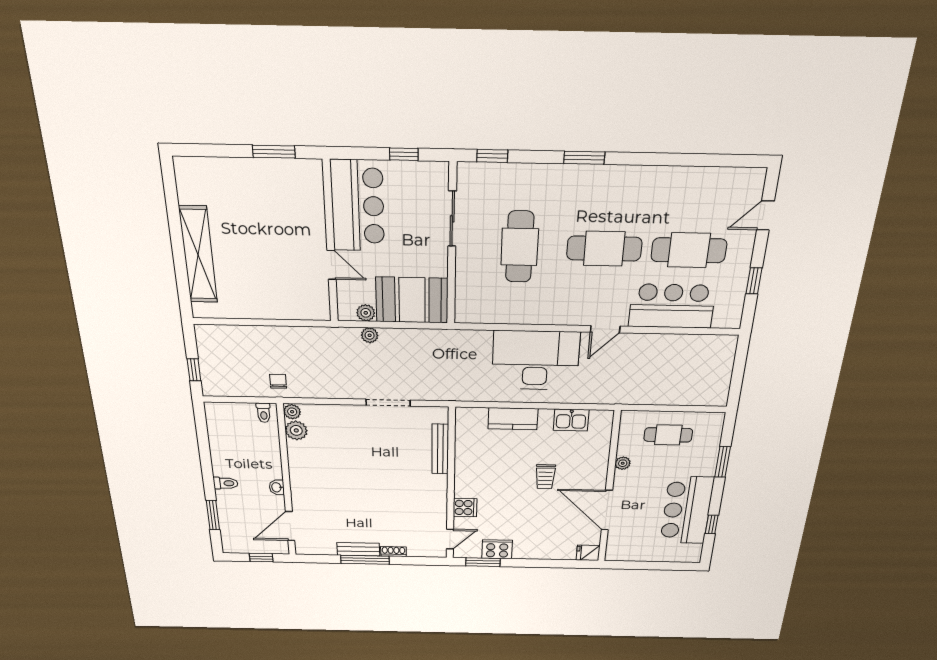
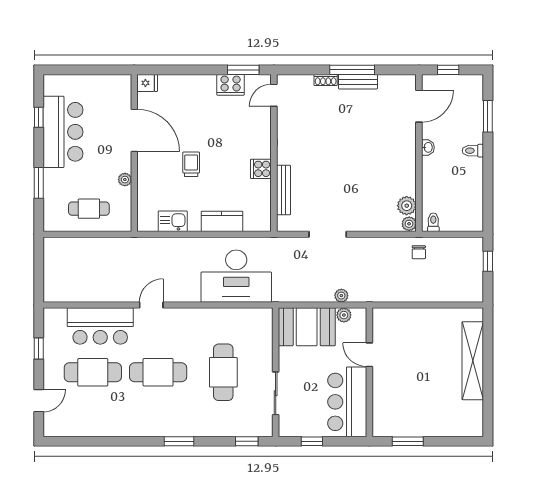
desk: (535, 360) -> (236, 276), moved
cooker: (465, 508) -> (261, 169), moved

